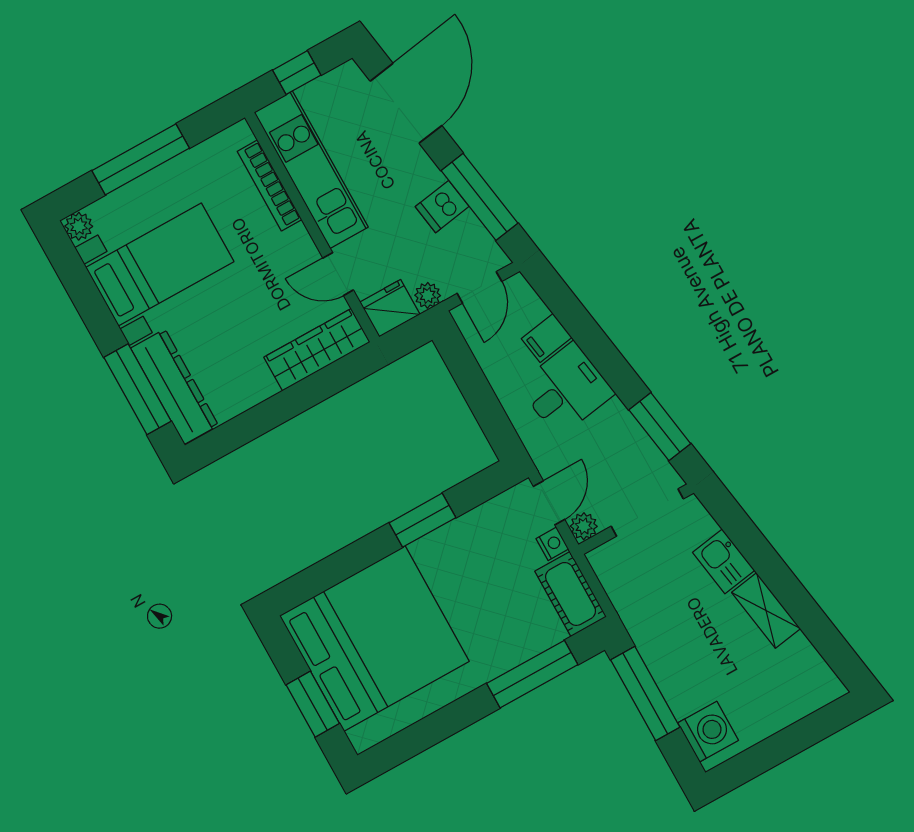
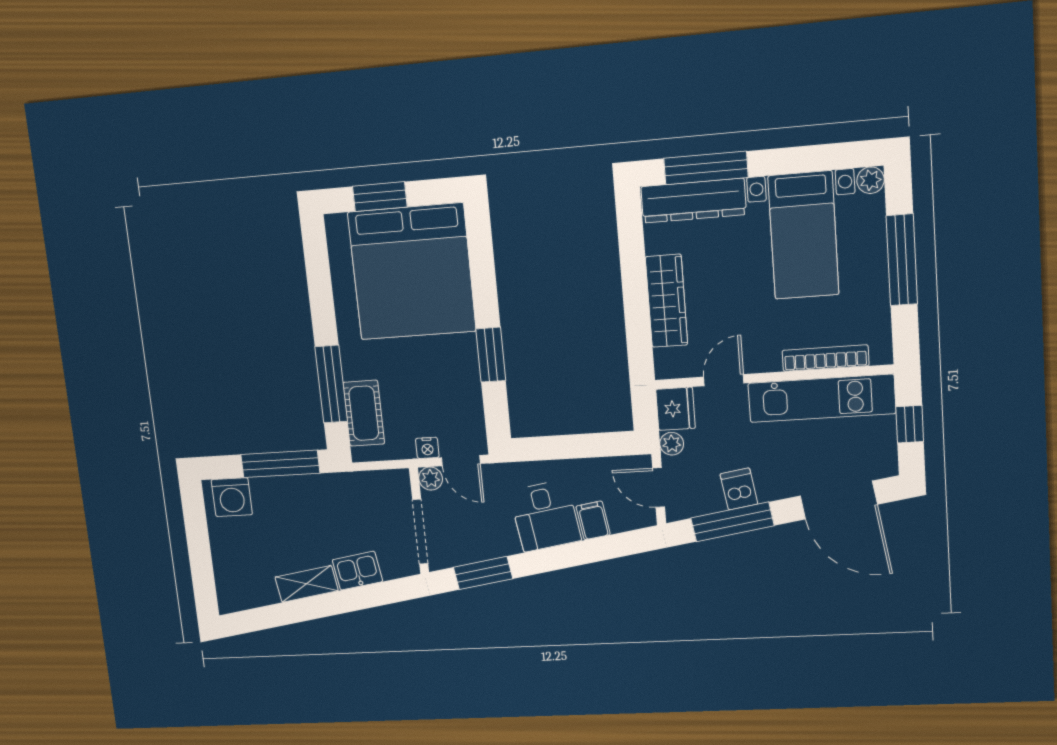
wardrobe: (317, 350) -> (667, 301), moved
cot: (571, 594) -> (364, 413), moved, turned 90

